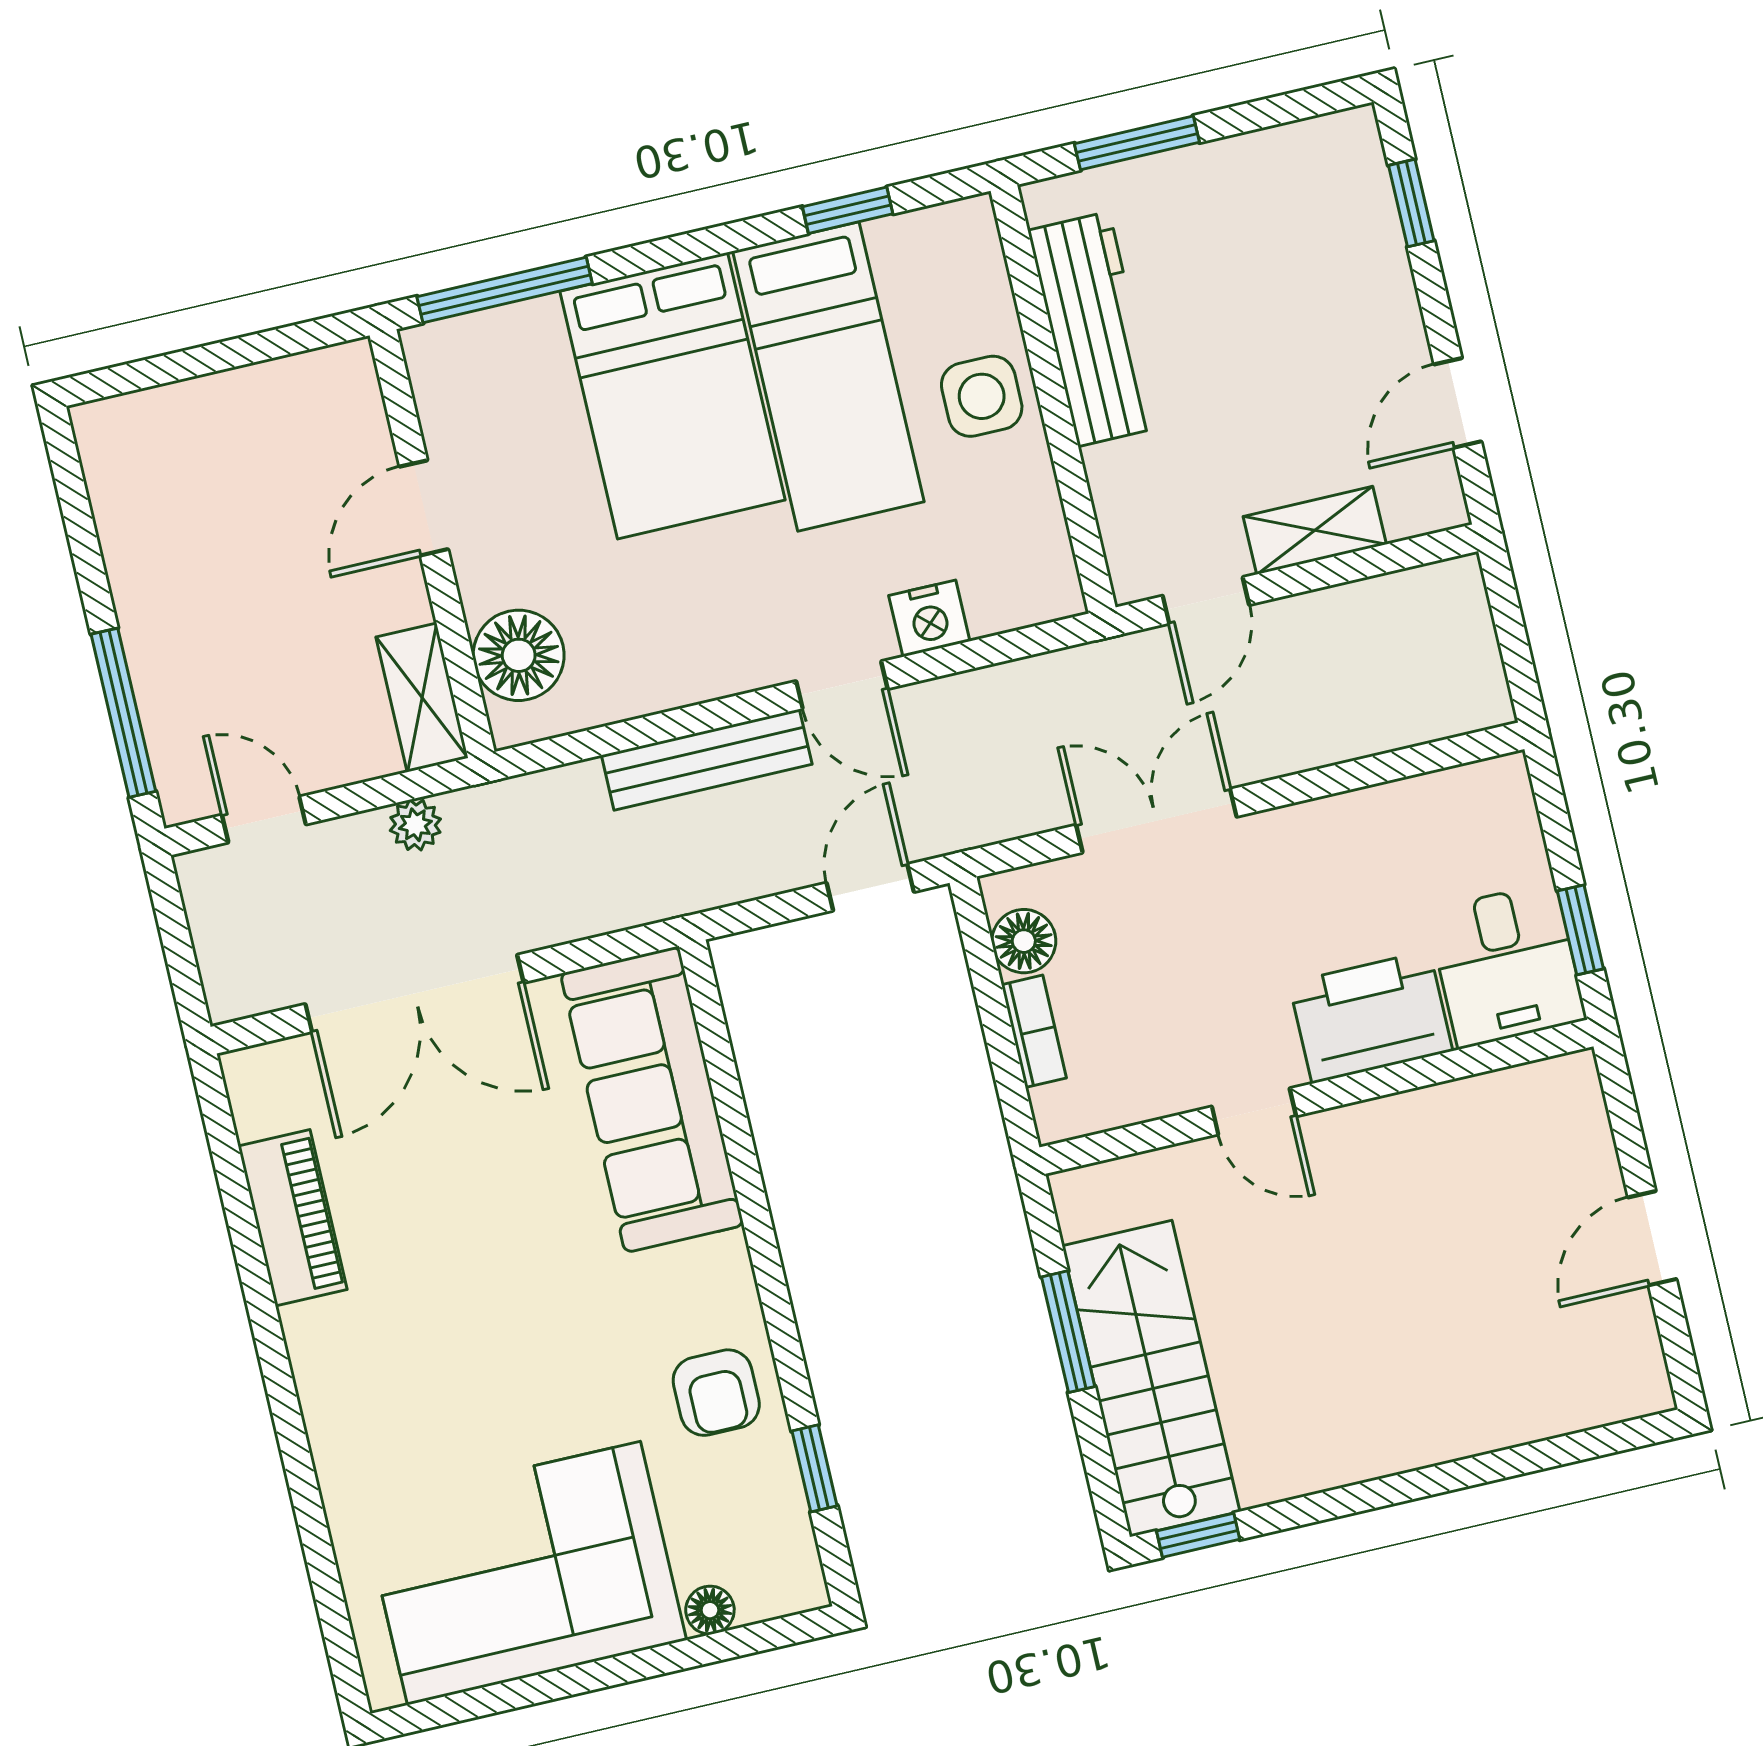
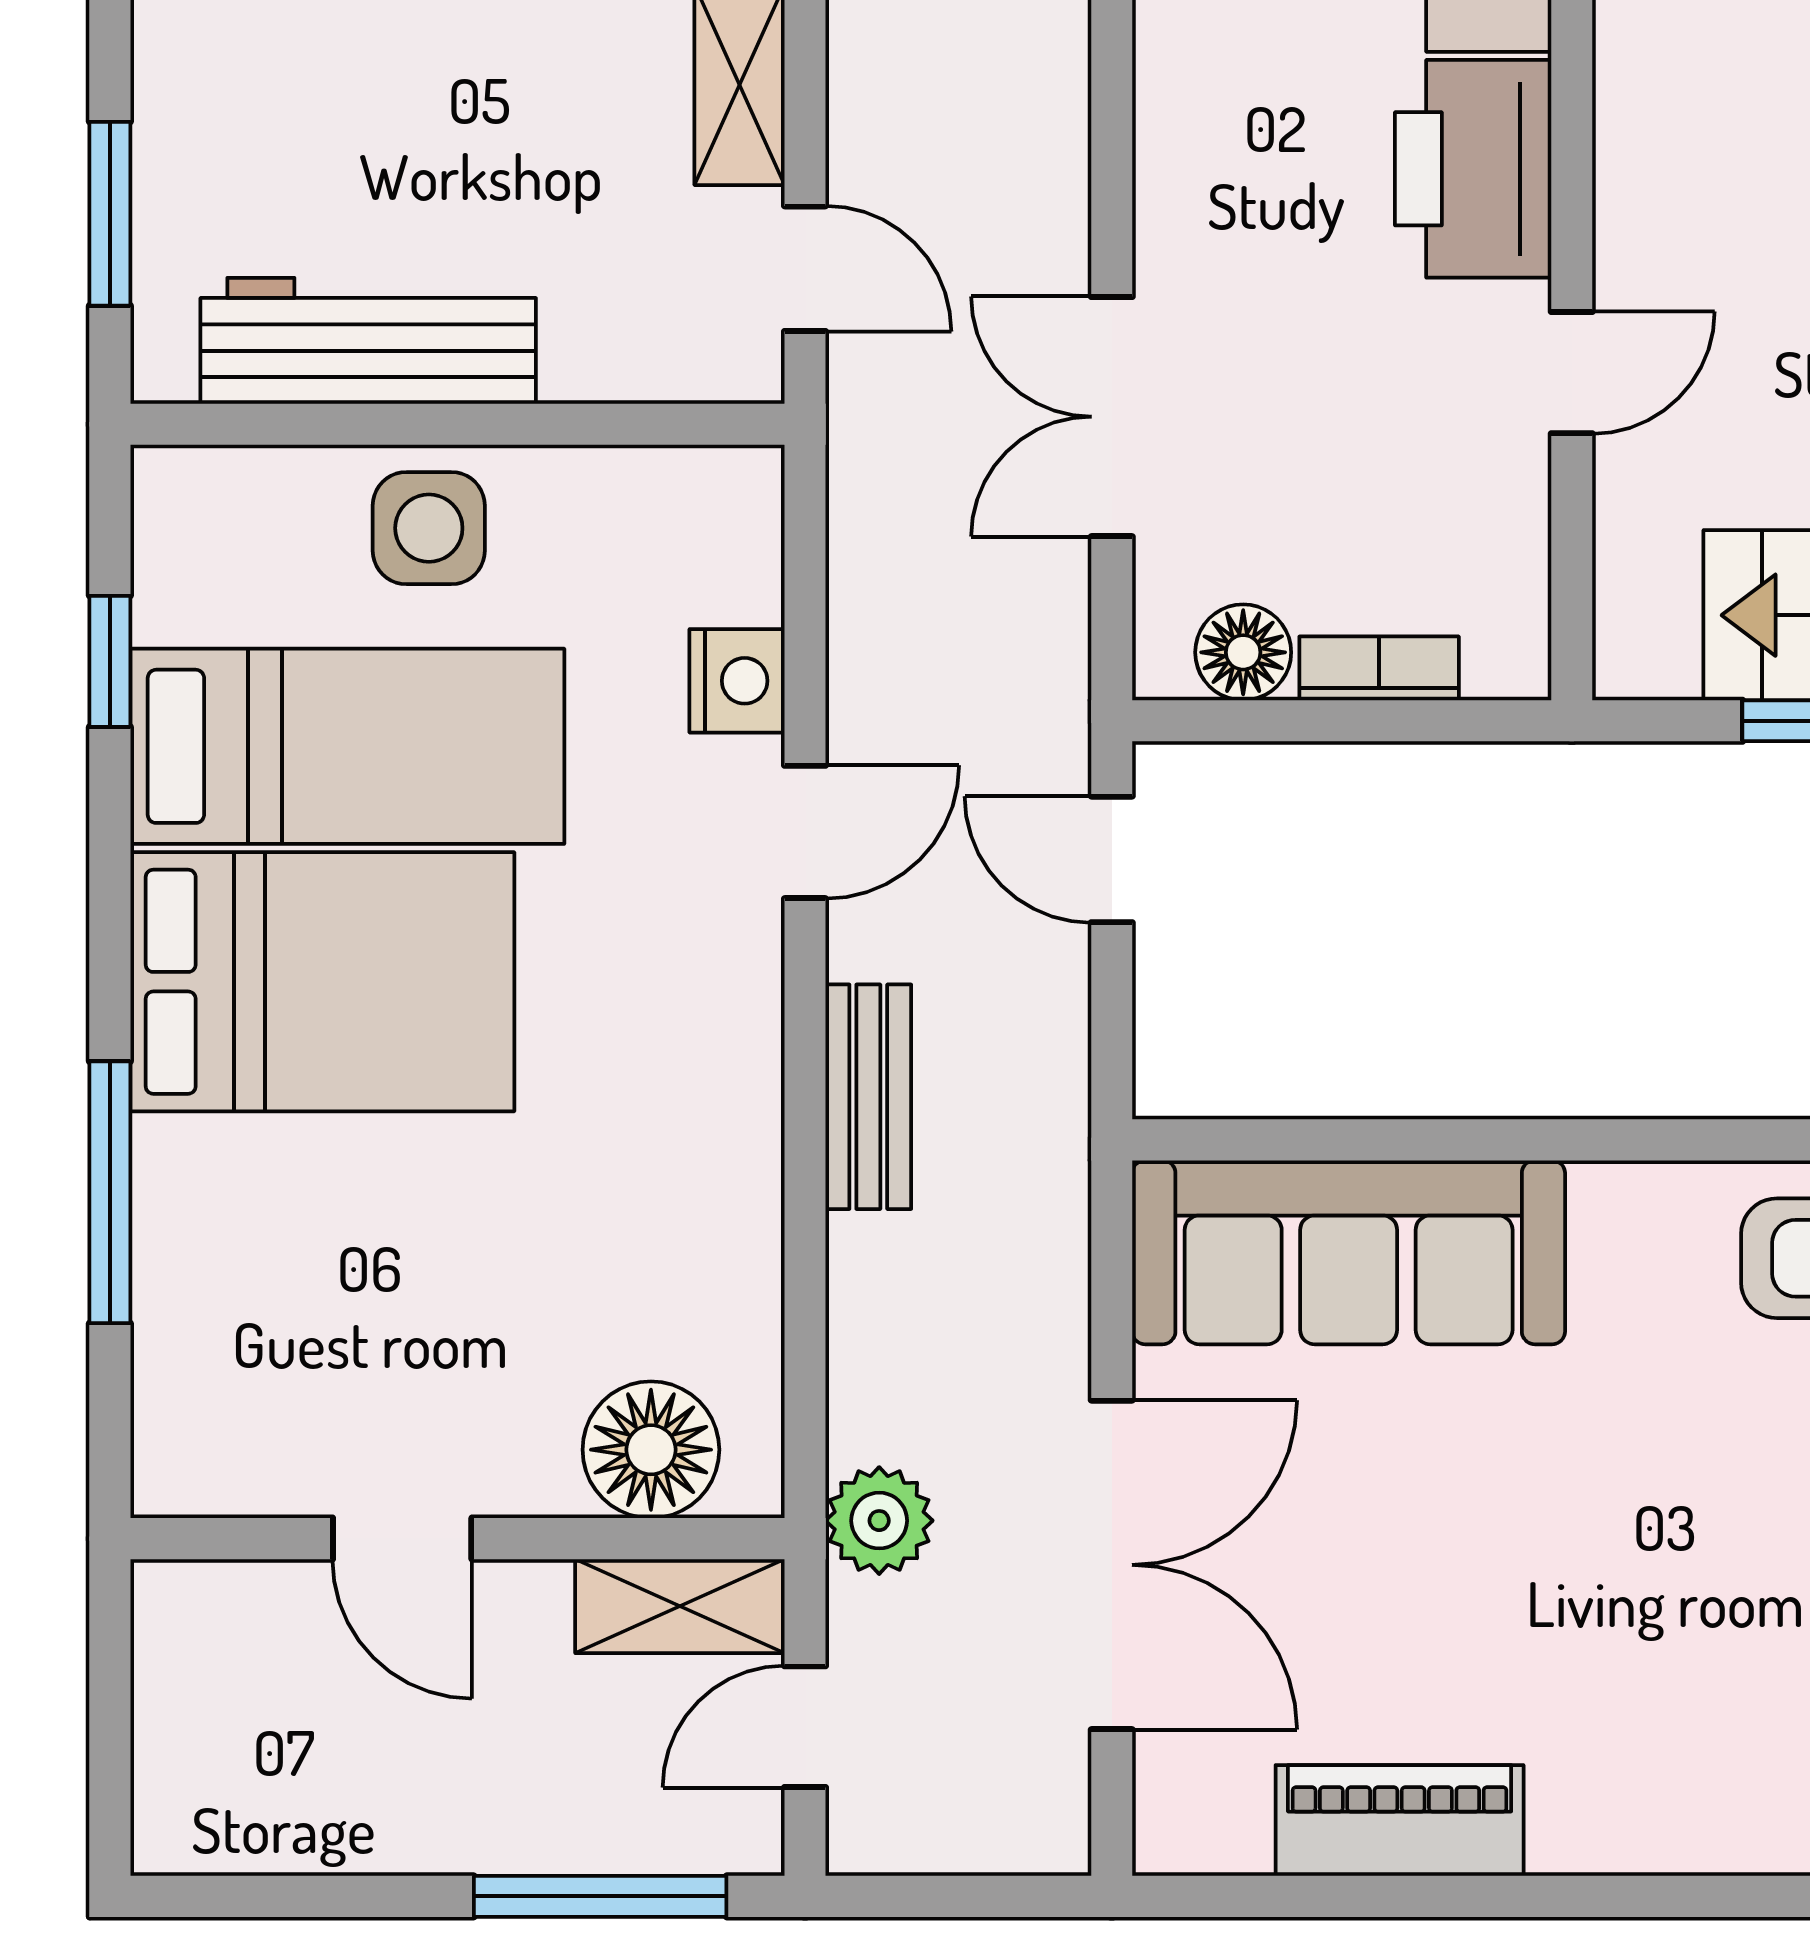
door: (424, 508) -> (402, 1539), moved
wall: (432, 544) -> (457, 1539), moved
floor lamp: (519, 655) -> (651, 1450), moved
shelving: (422, 698) -> (680, 1606), moved
bench: (707, 760) -> (868, 1097), width x0.73
plant: (415, 825) -> (879, 1521), width x1.38, depth x1.38

